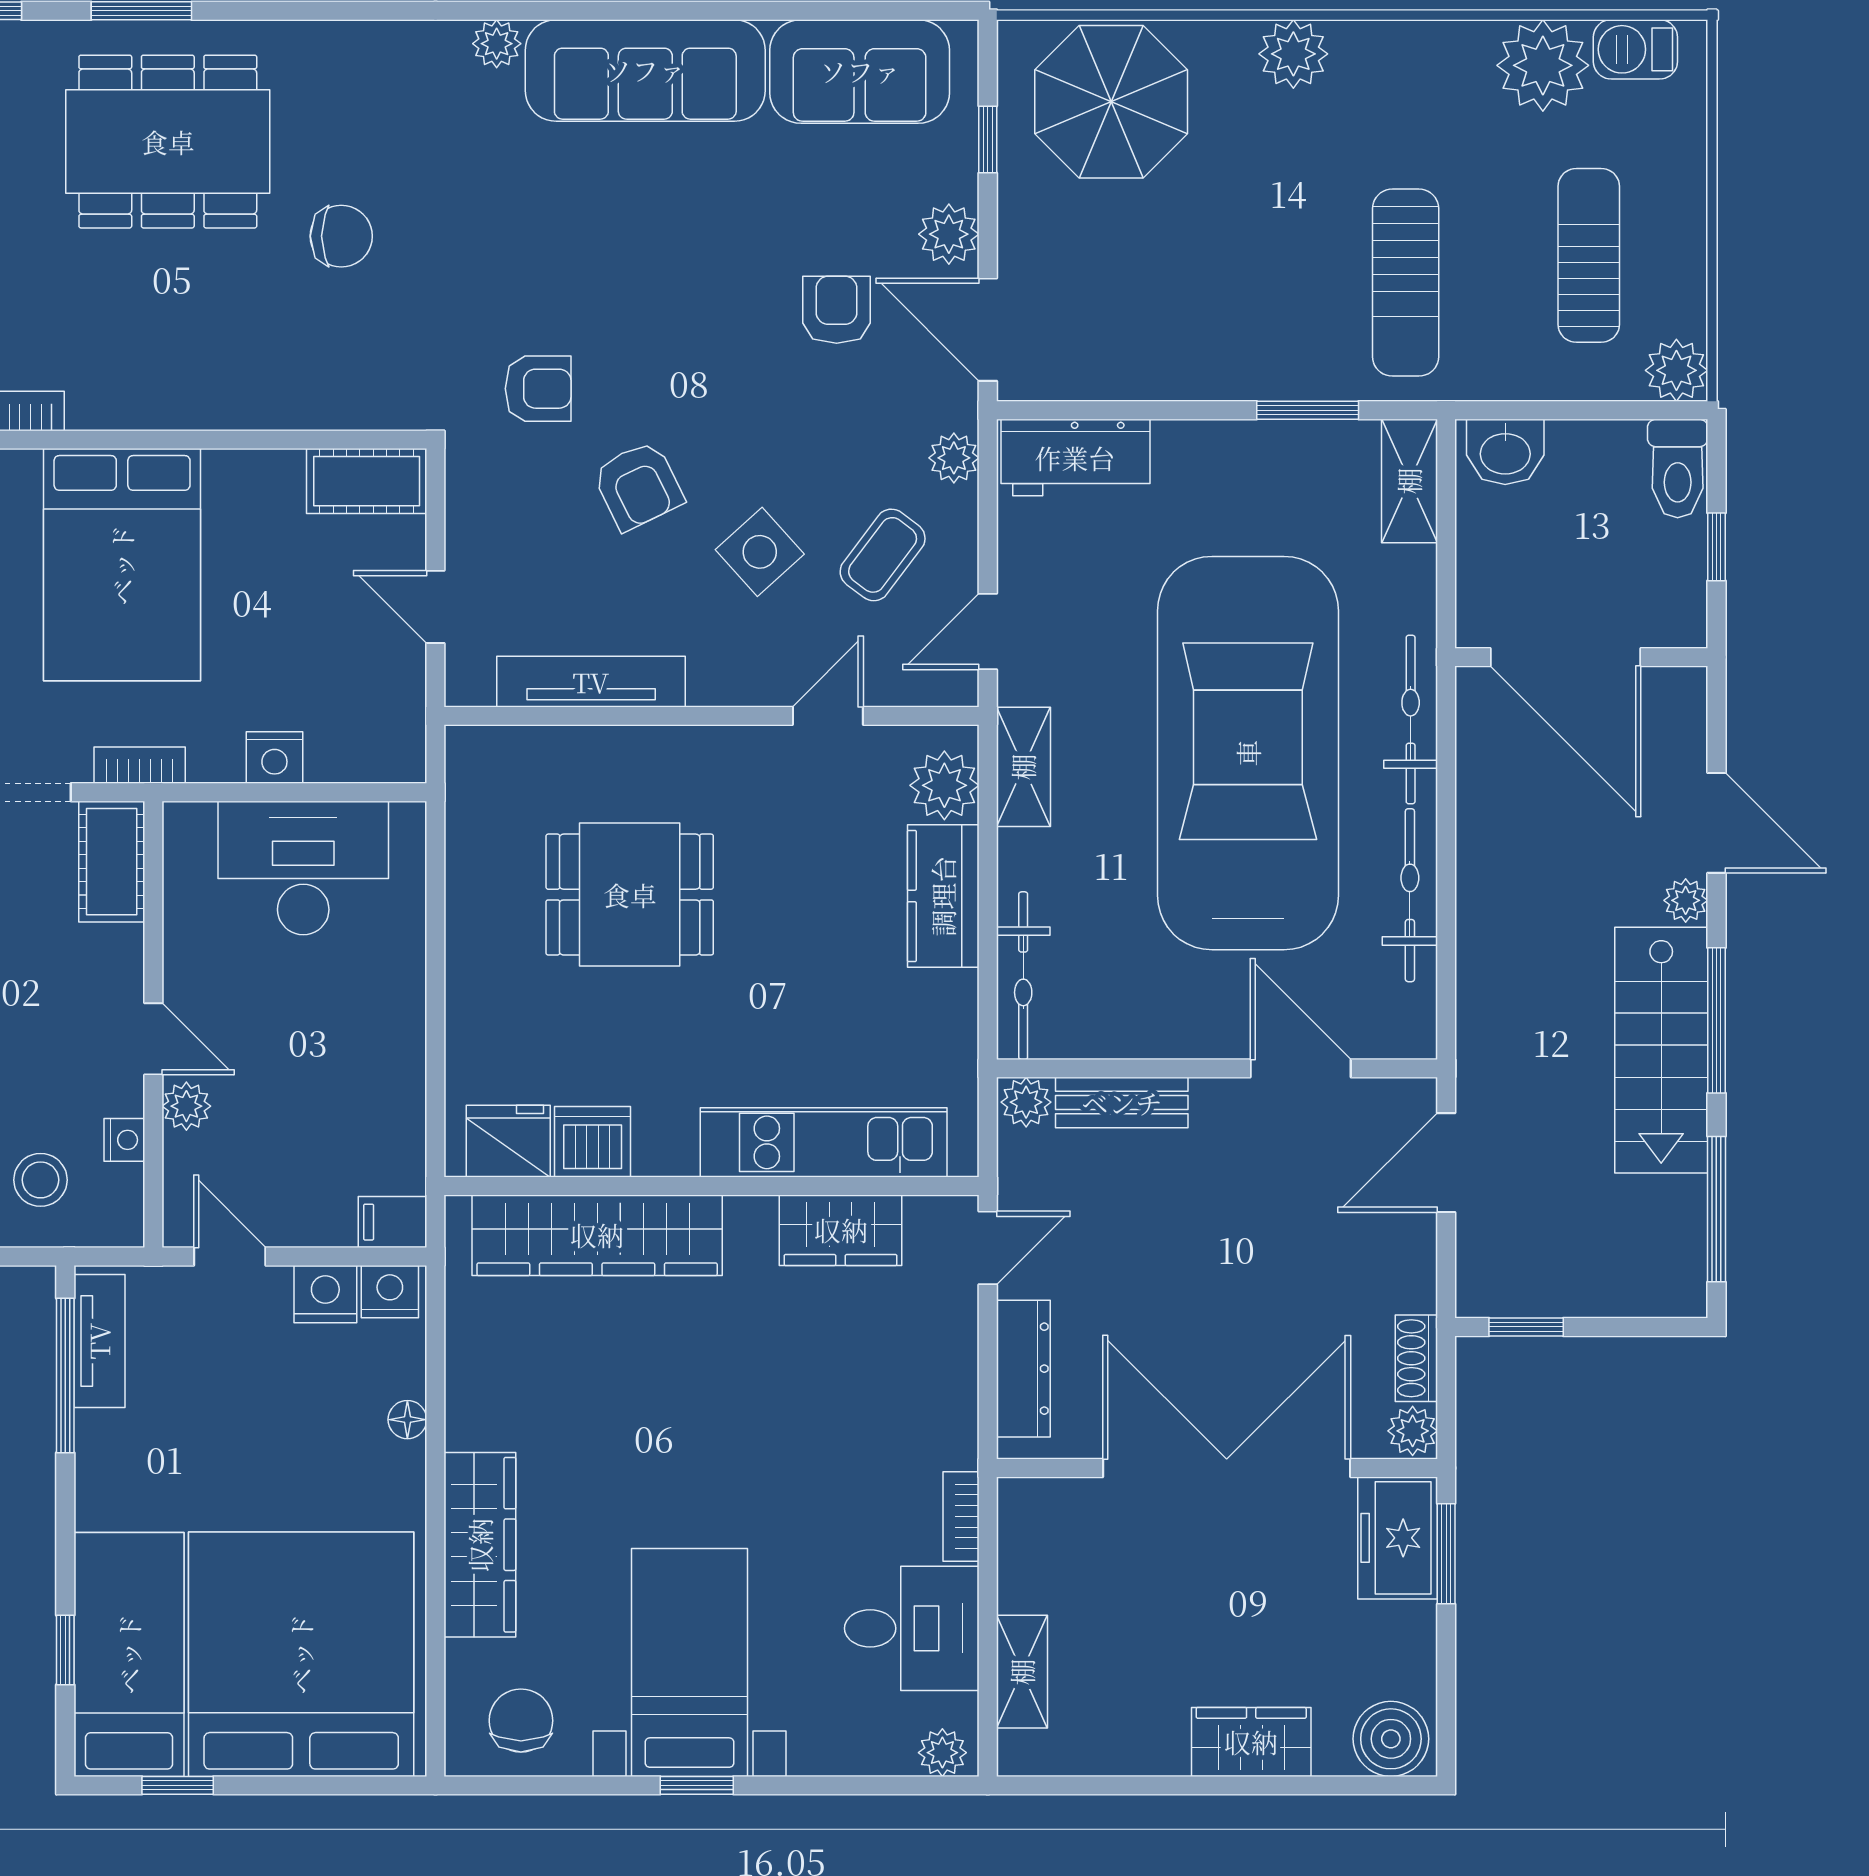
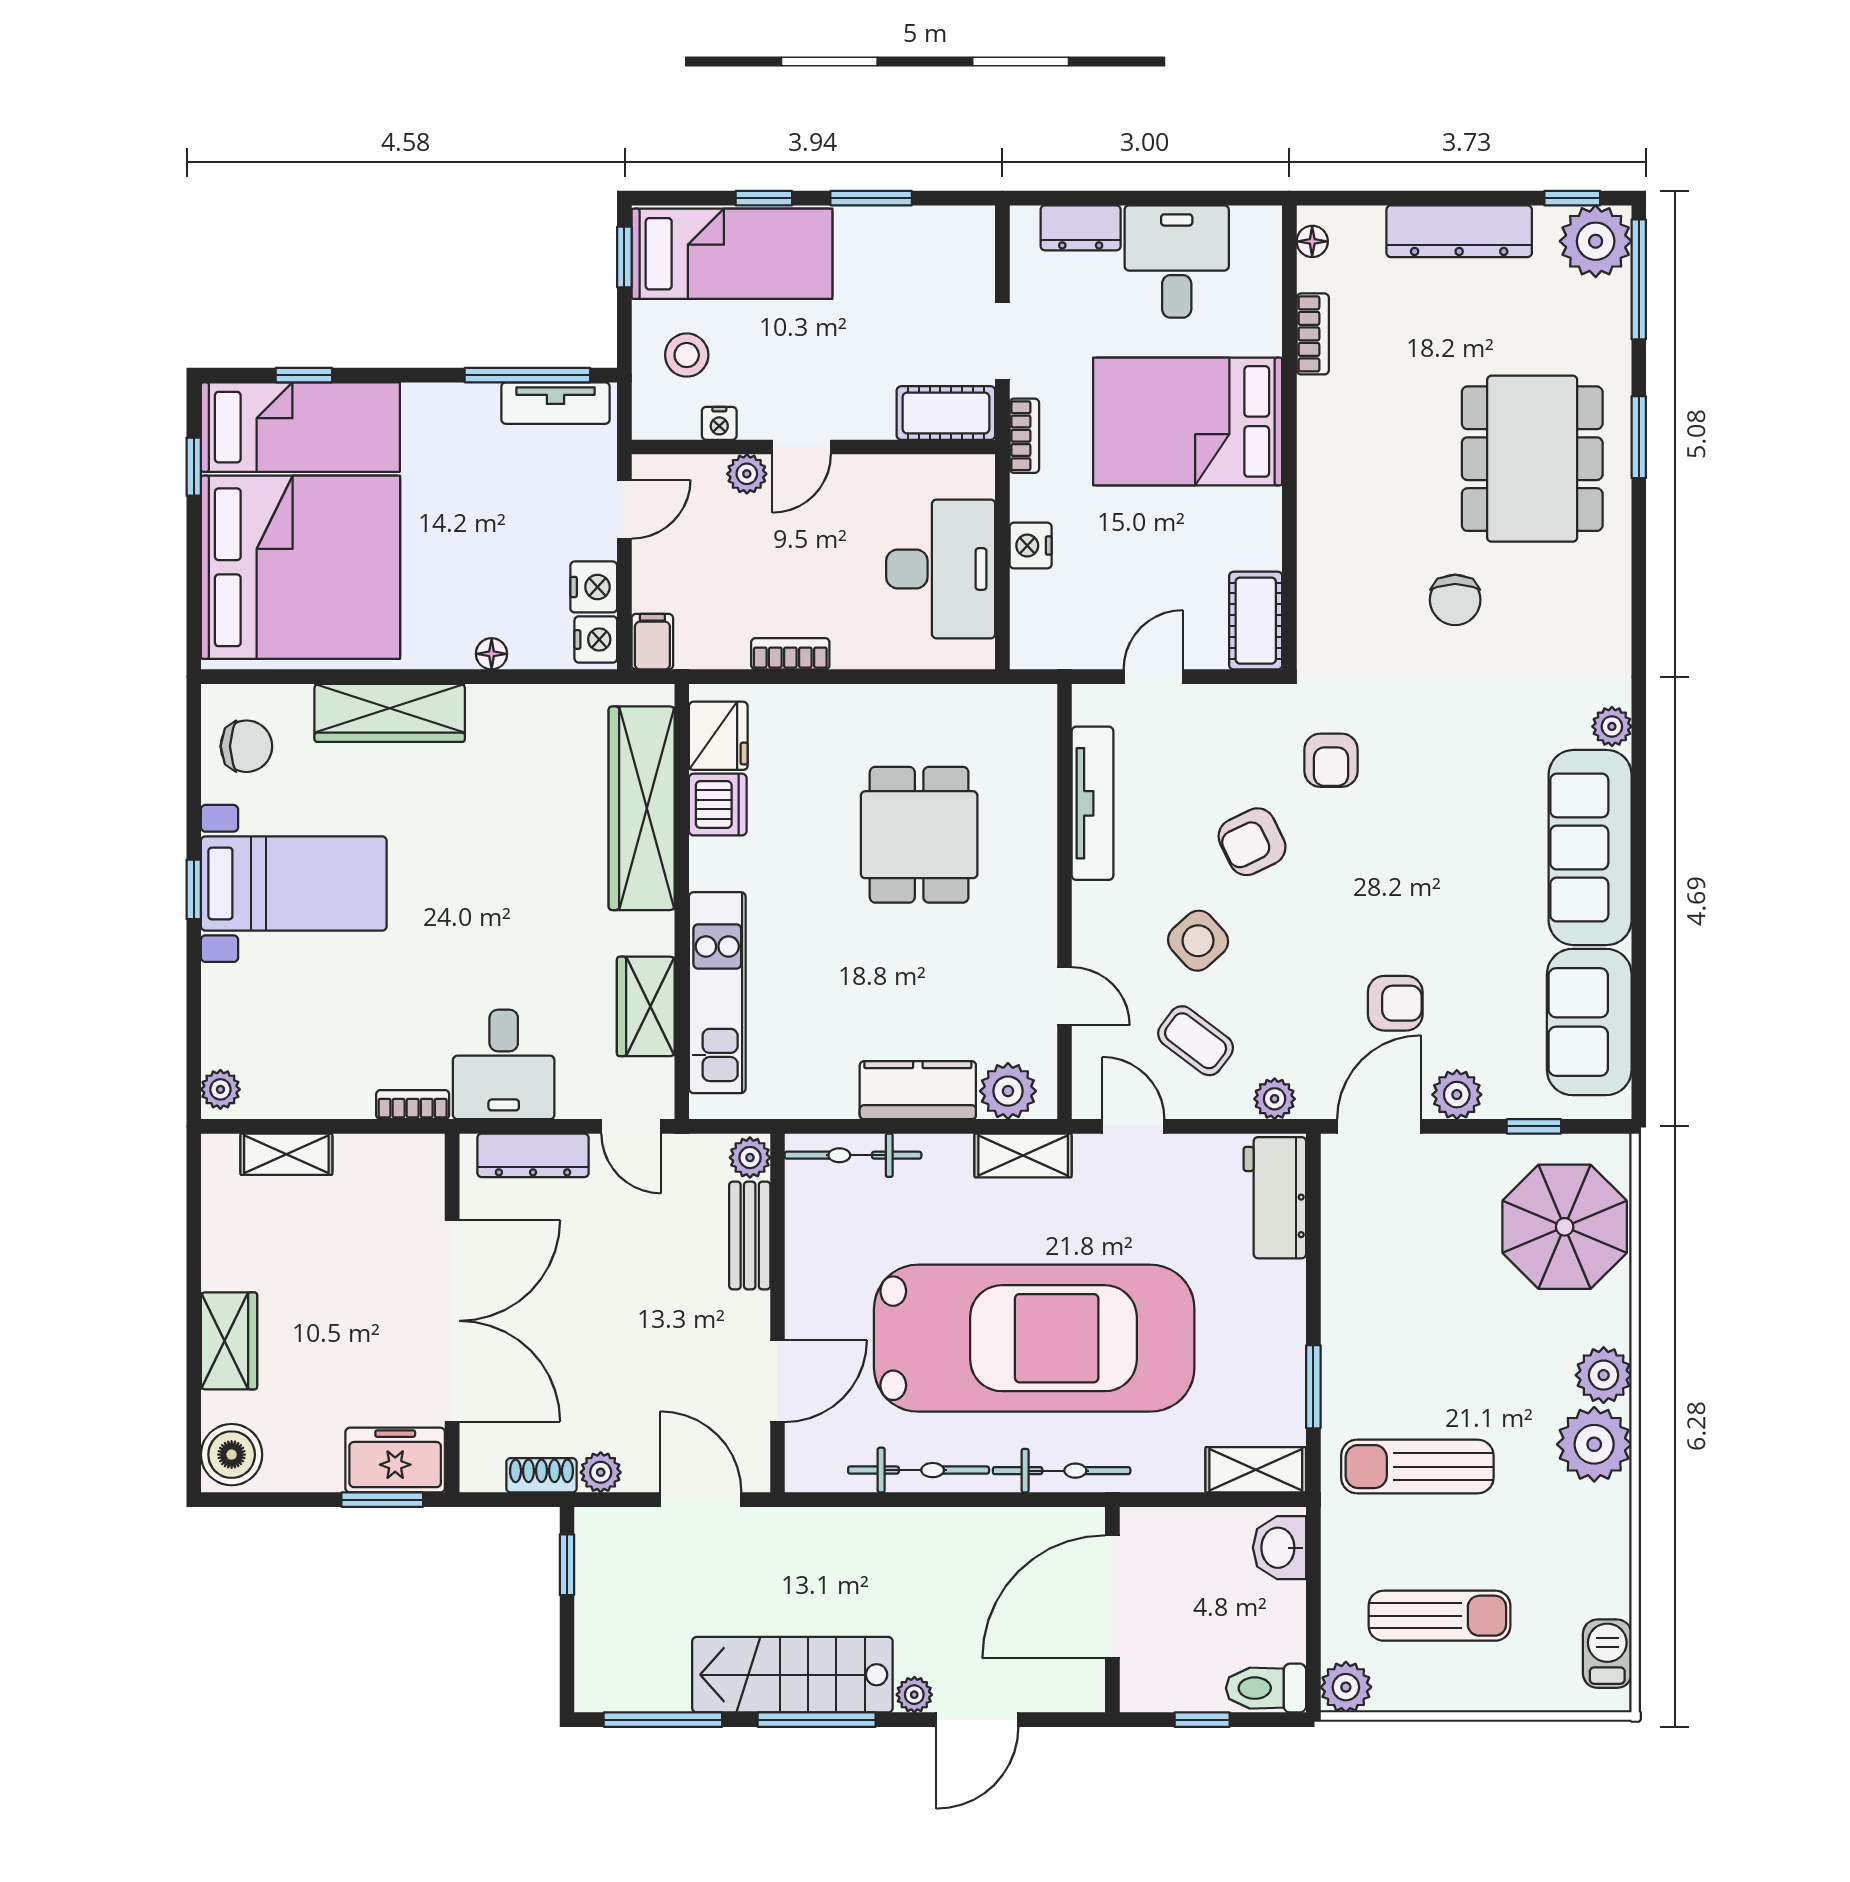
plant: (1543, 65) -> (1594, 1444), moved
bookcase: (407, 1053) -> (790, 654), added
plant: (1413, 1431) -> (601, 1472), moved
desk: (912, 1628) -> (504, 1064), moved

